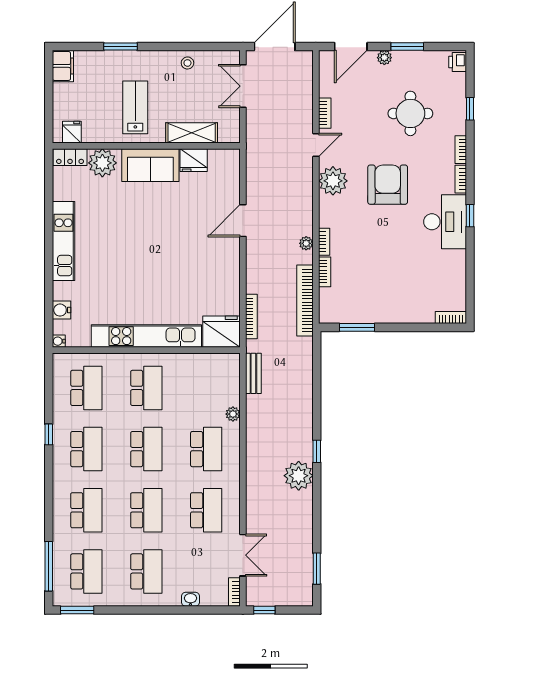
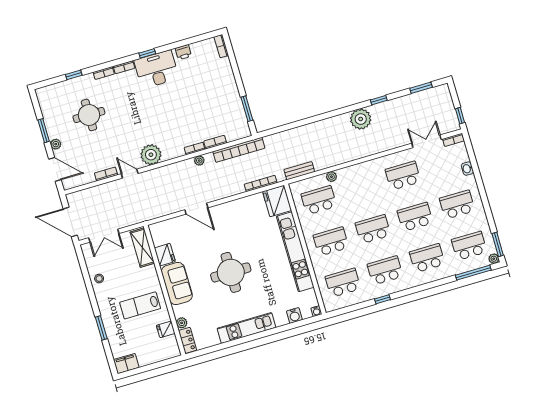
printer: (458, 62) -> (183, 52), moved
fridge: (72, 132) -> (166, 329), moved
shelving: (192, 133) -> (142, 248), moved
plant: (102, 163) -> (182, 323), width x0.53, depth x0.53
armchair: (388, 185) -> (142, 116), removed
round table: (144, 242) -> (231, 272), added
school desk: (206, 449) -> (319, 200), moved
window: (317, 451) -> (379, 100), moved
plant: (59, 599) -> (494, 259), added

